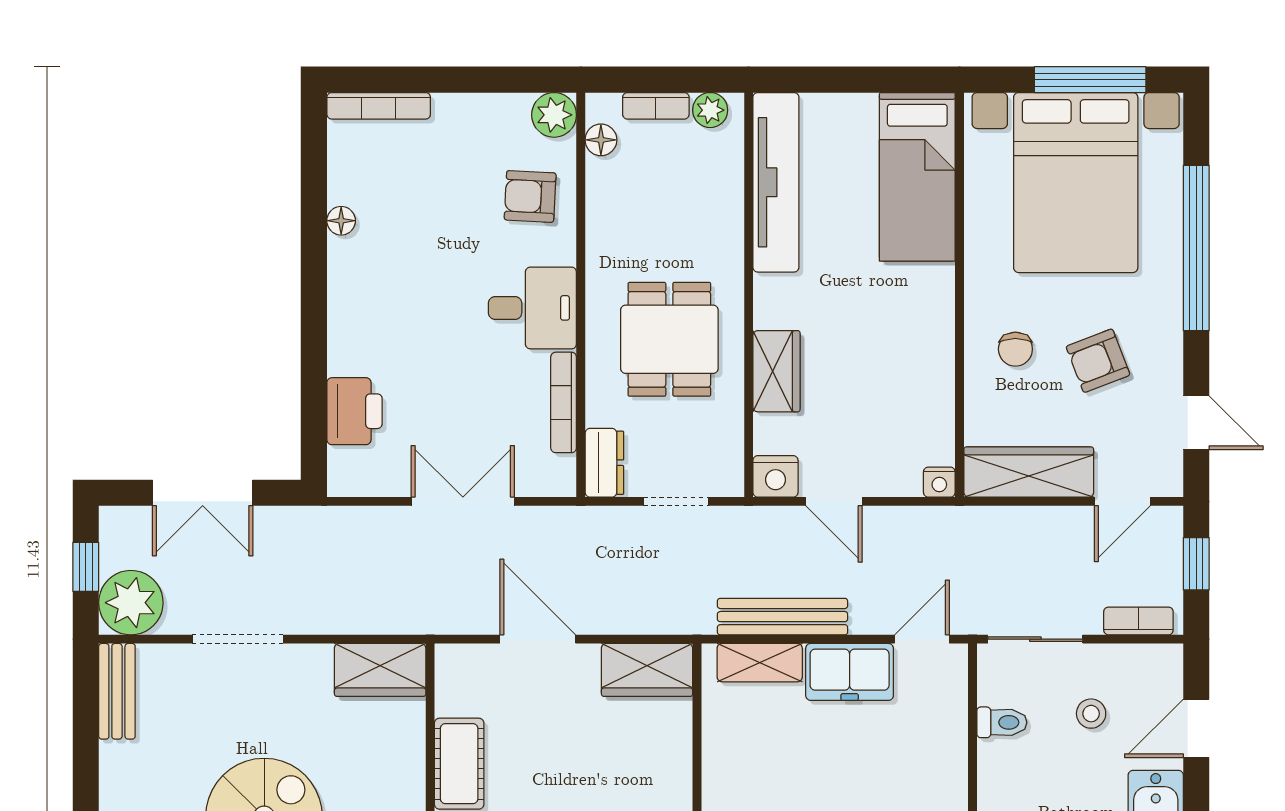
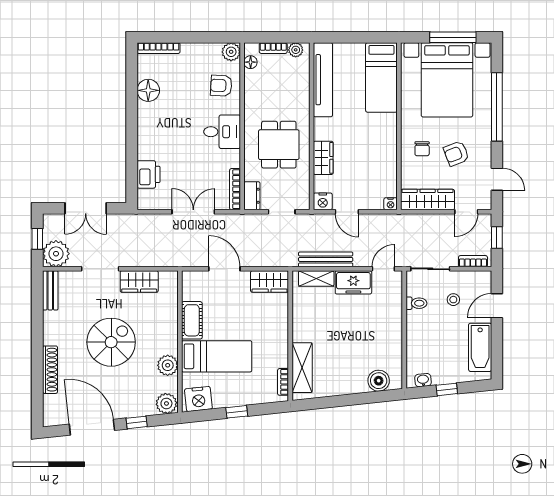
floor lamp: (341, 221) -> (148, 90), width x1.89, depth x1.89
bookcase: (564, 402) -> (235, 189), moved
wardrobe: (380, 670) -> (139, 282), moved

